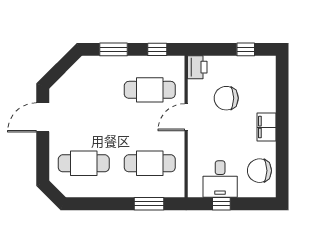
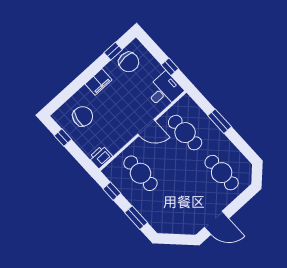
chair: (226, 98) -> (83, 116), moved, turned -79
door: (186, 117) -> (146, 128), moved
window: (282, 165) -> (113, 51), added
desk: (220, 179) -> (164, 91), moved
window: (149, 204) -> (220, 121), moved

